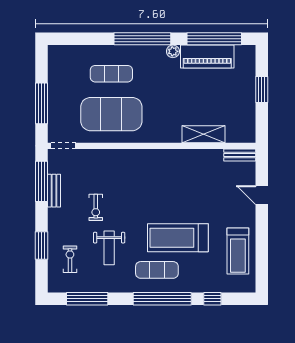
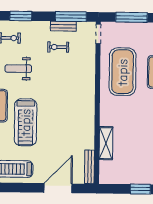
bench: (240, 155) -> (89, 167), width x1.36
door: (262, 195) -> (58, 188), width x1.87
exercise bike: (96, 207) -> (58, 47), moved
treadmill: (178, 238) -> (26, 122), turned 180

